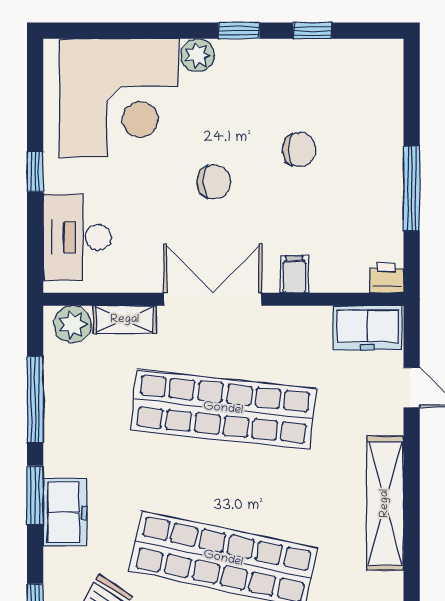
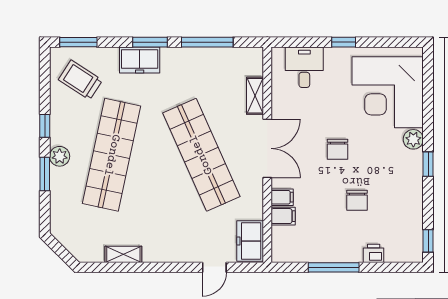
window: (312, 31) -> (428, 241), moved
desk: (77, 237) -> (304, 67), width x0.73
filing cabinet: (326, 273) -> (283, 216), added
printer: (387, 278) -> (374, 253), moved, turned -90
plant: (73, 324) -> (252, 64), removed
shop shelf: (223, 409) -> (201, 155), turned -30
shelving: (385, 503) -> (123, 254), width x0.45, depth x0.75

